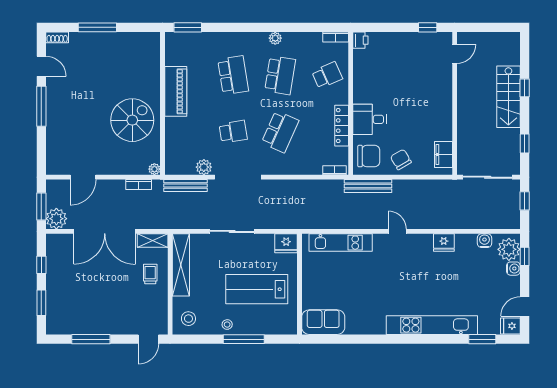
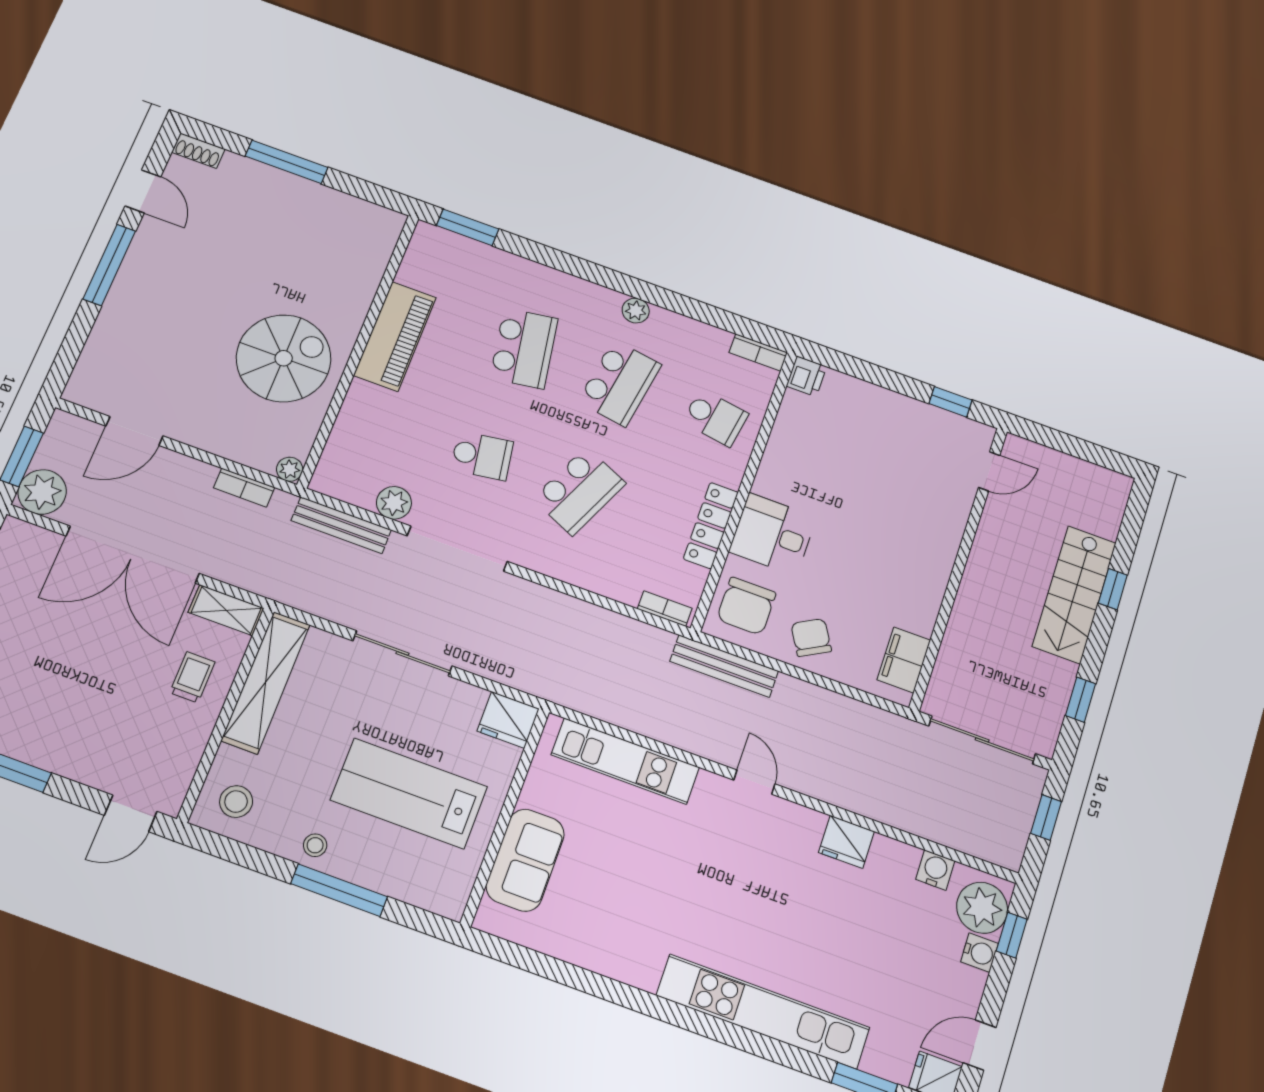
school desk: (327, 75) -> (715, 418), turned 33
chair: (369, 156) -> (746, 606), turned 90
sofa: (323, 322) -> (525, 860), moved, turned 90

